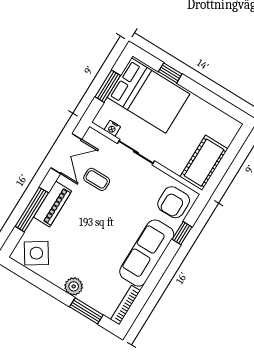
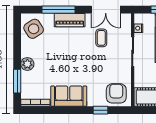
armchair: (174, 202) -> (116, 93), turned 90
sofa: (147, 253) -> (69, 96), width x0.73

